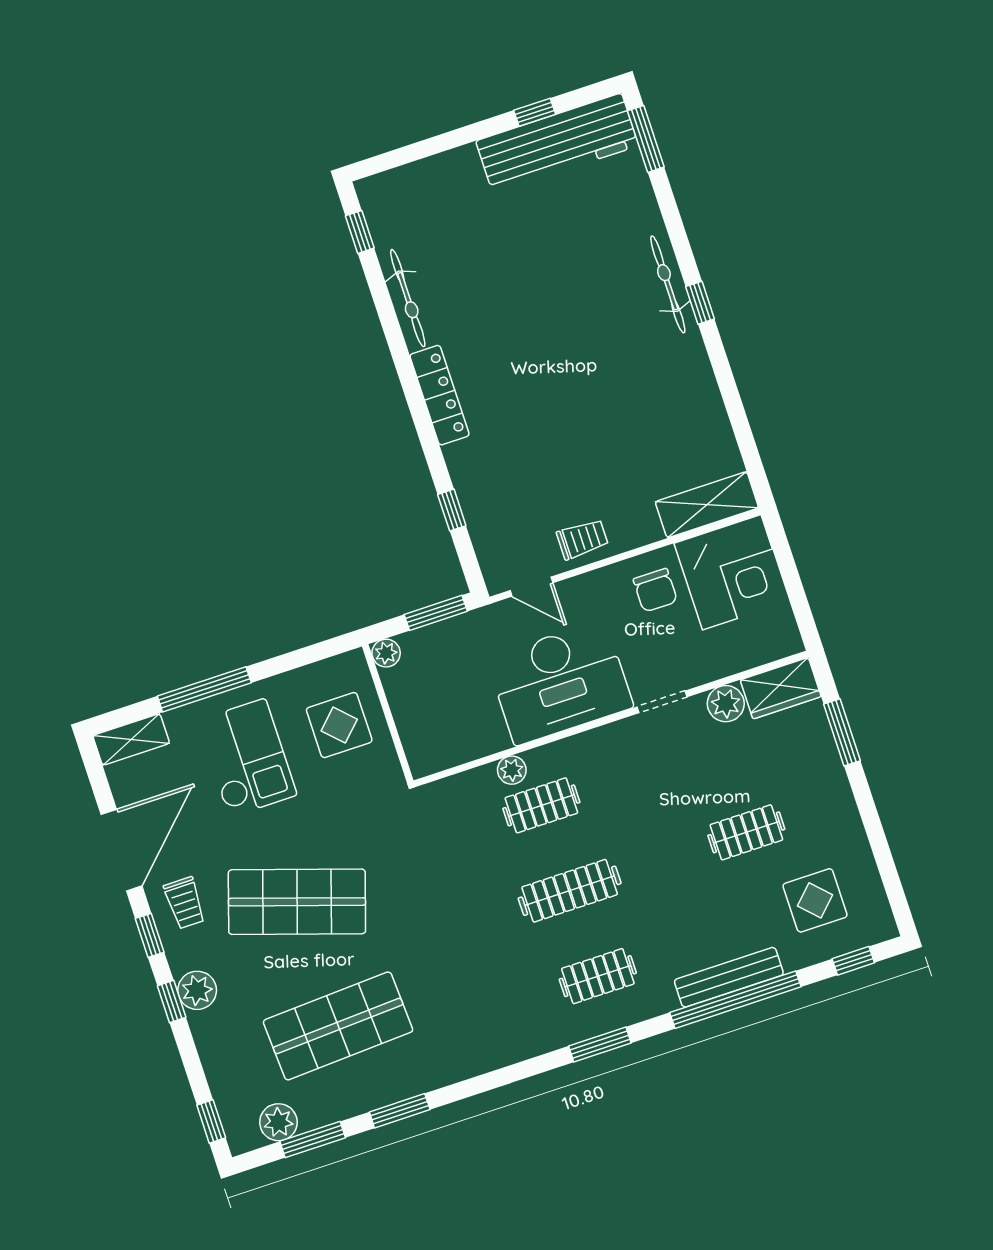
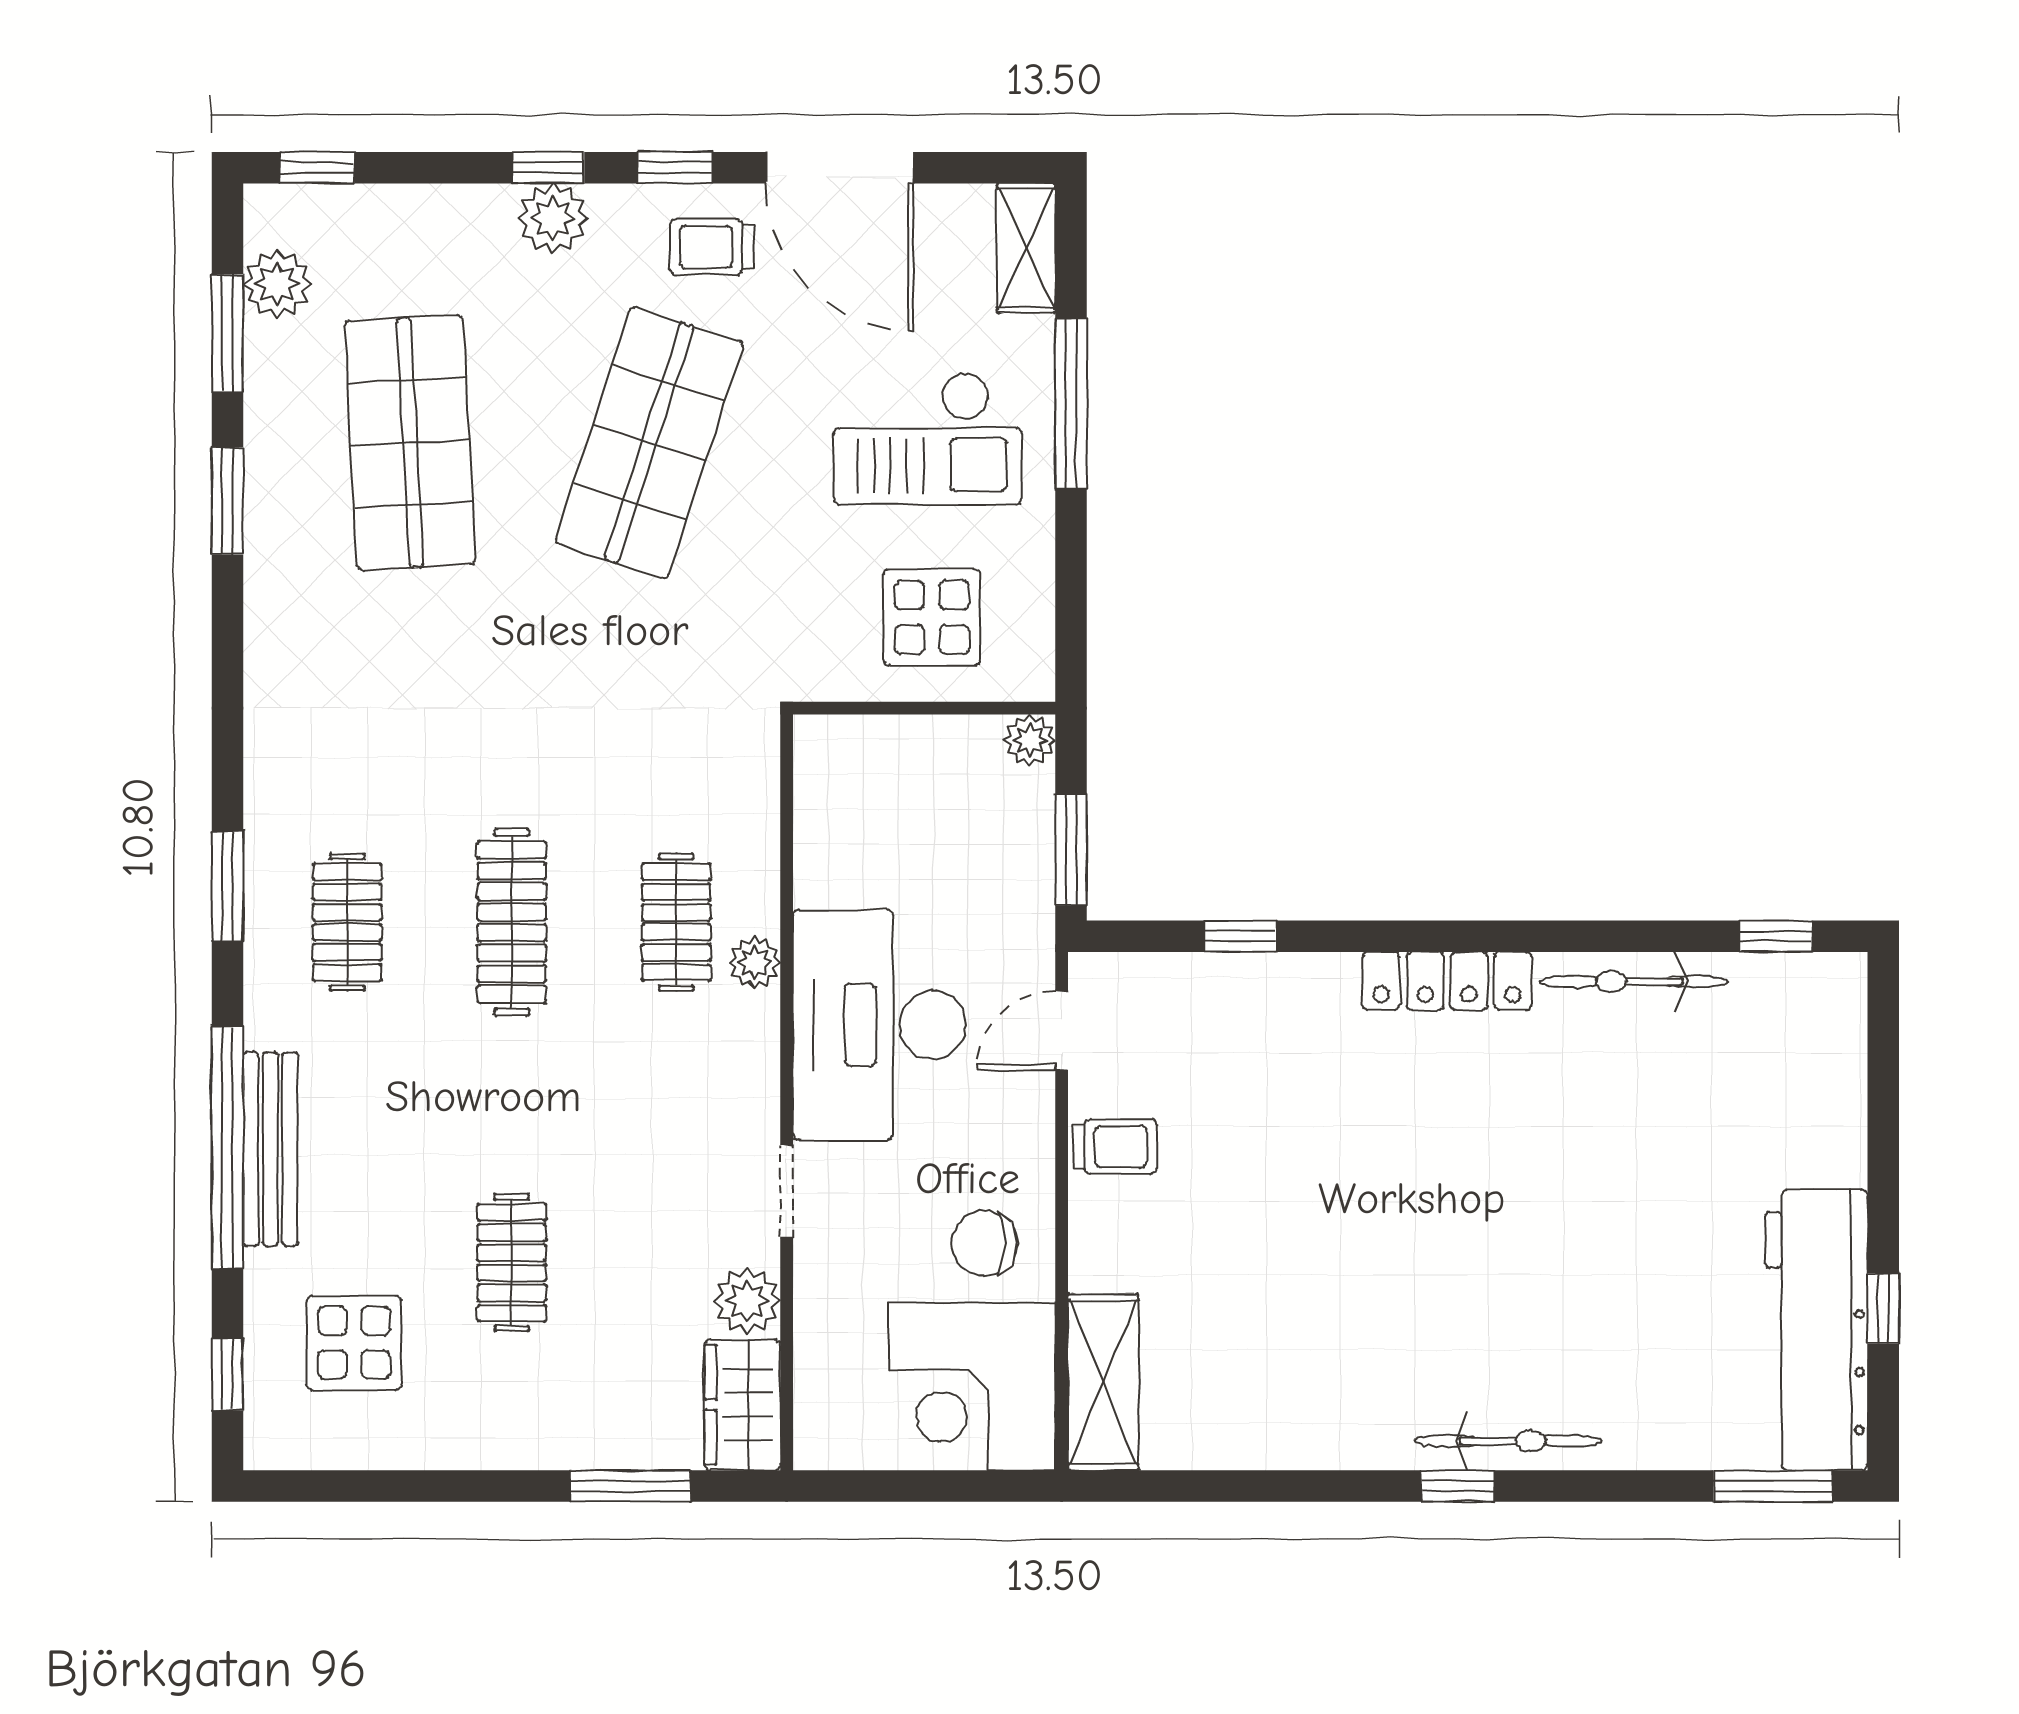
trolley: (582, 539) -> (1115, 1146), turned -90
plant: (512, 770) -> (754, 963), moved

